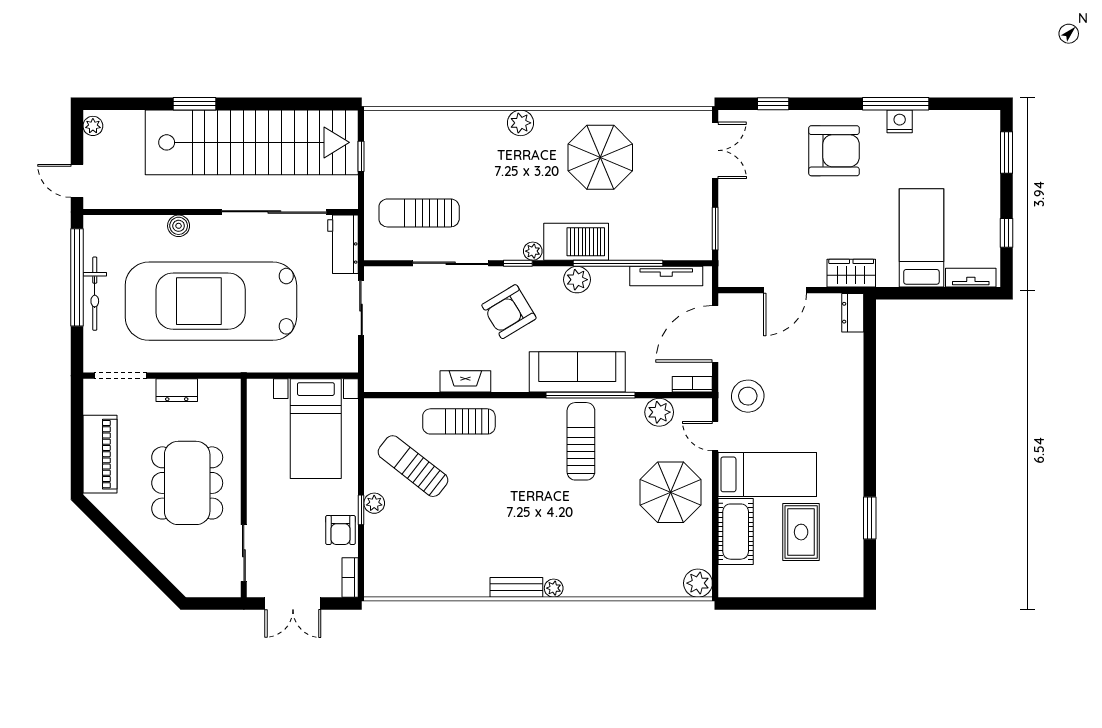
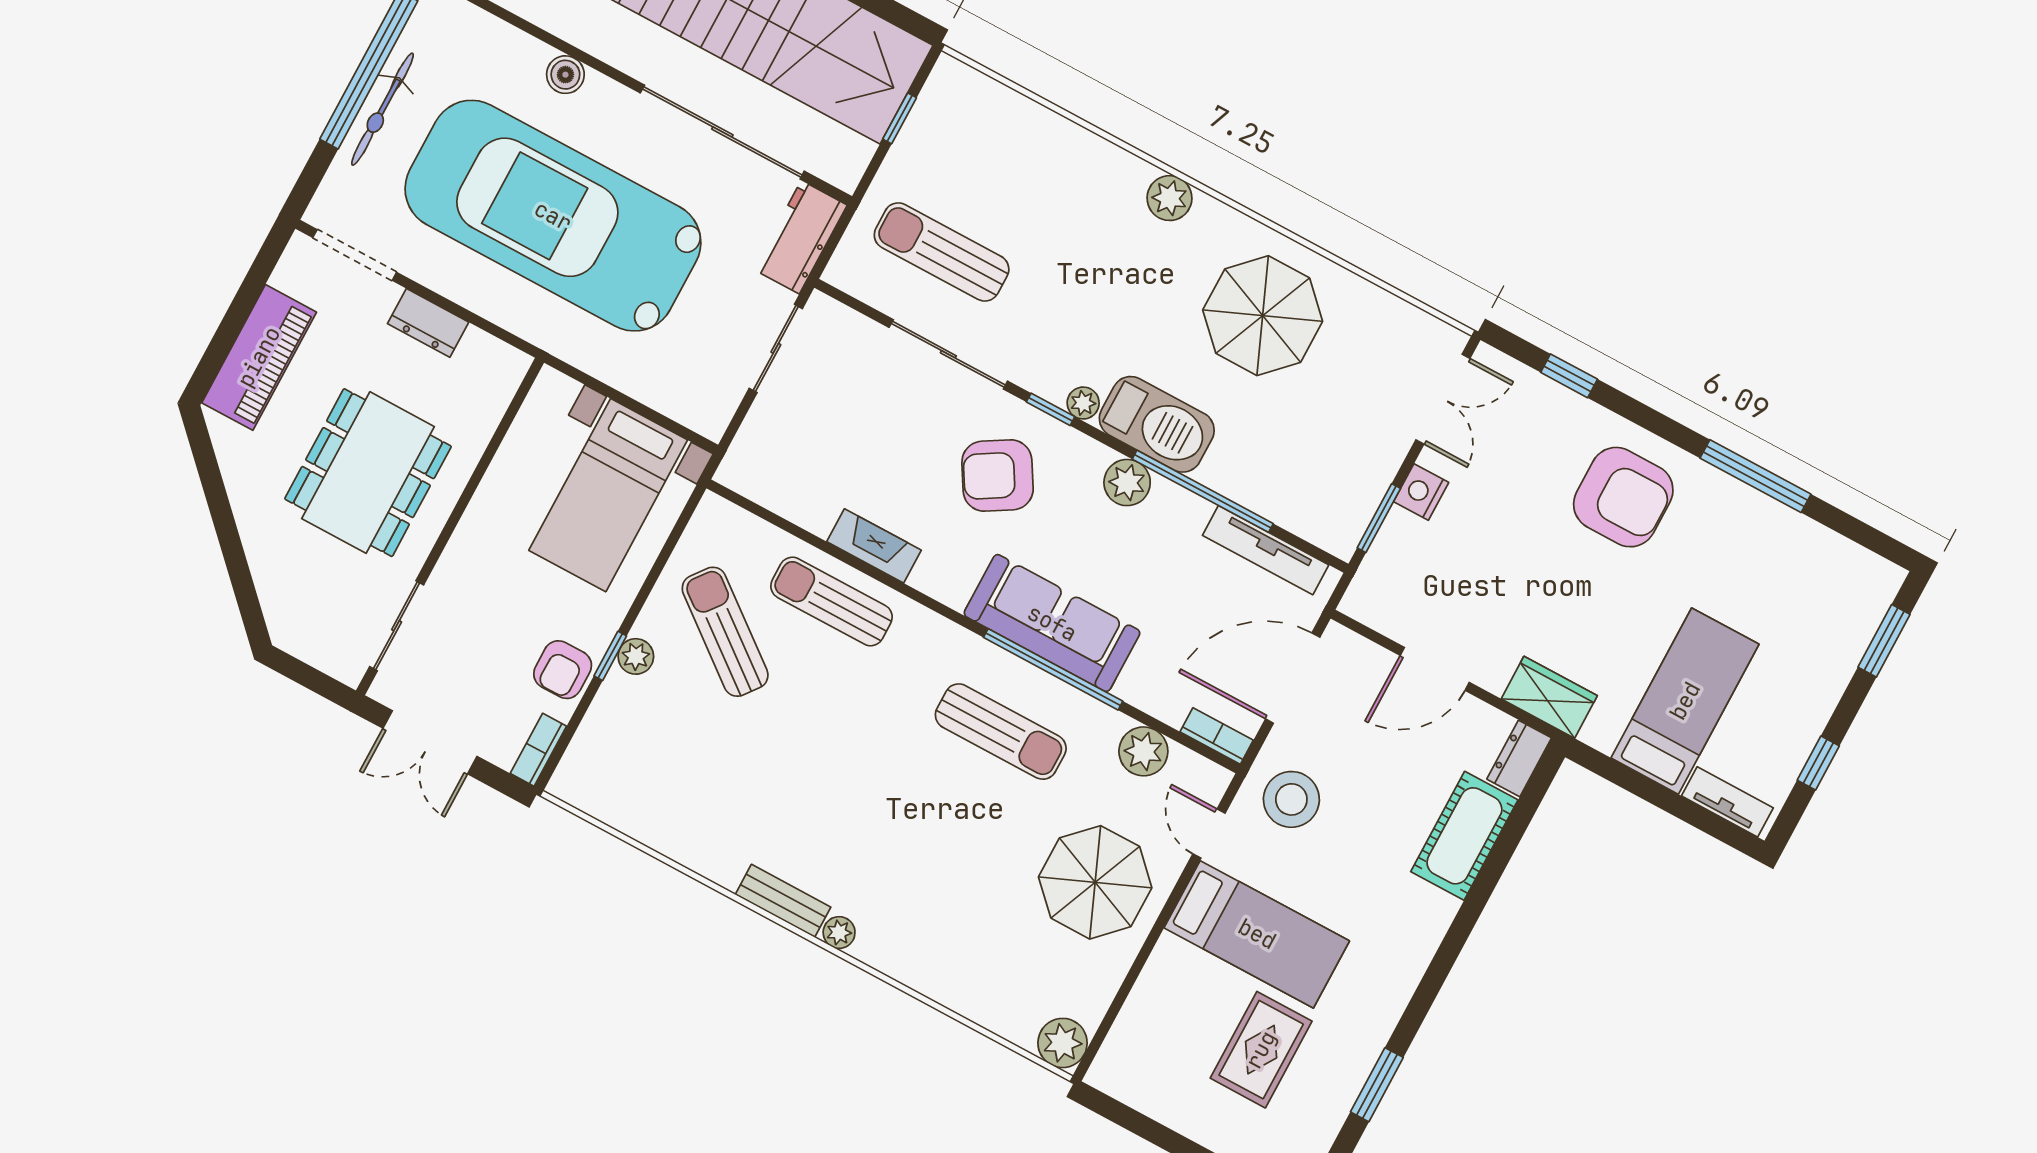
nightstand: (900, 121) -> (1421, 492), moved, turned -90
sun lounger: (581, 441) -> (1001, 732), turned 90
cot: (736, 532) -> (1464, 836), moved

